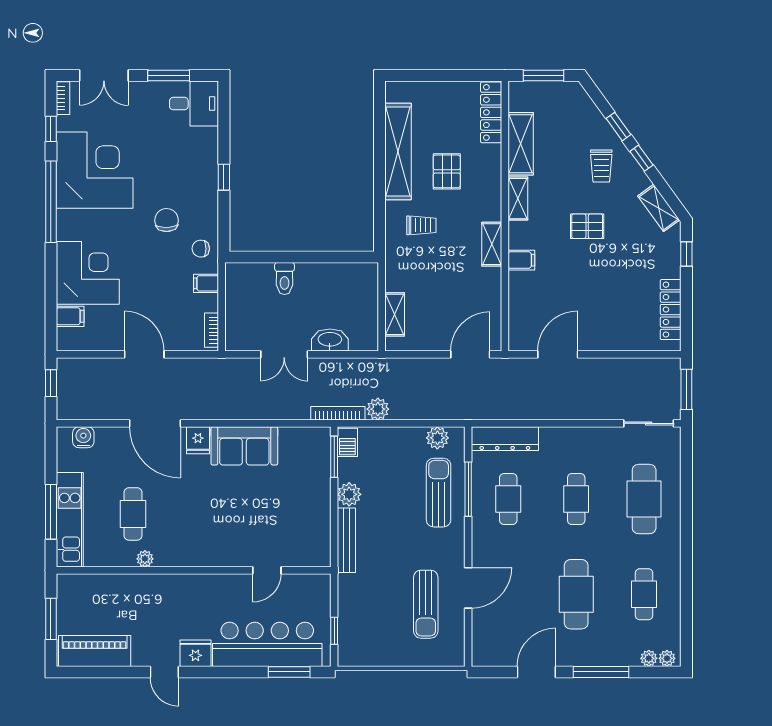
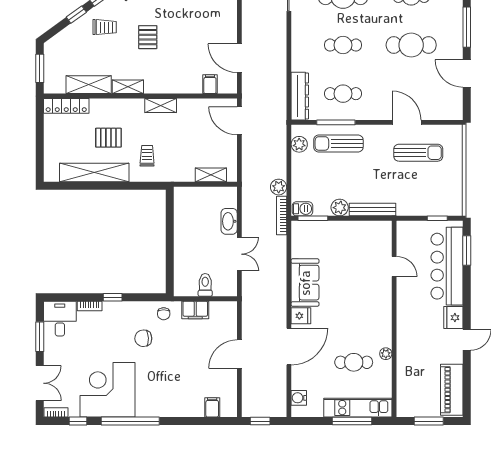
filing cabinet: (521, 260) -> (210, 84), moved
corner desk: (88, 273) -> (181, 395), removed
toilet: (285, 278) -> (205, 285), moved, turned -90
filing cabinet: (206, 283) -> (195, 310), width x2.00
bookcase: (212, 330) -> (90, 306), moved

